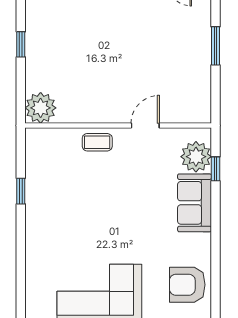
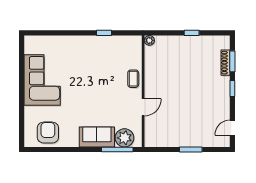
plant: (41, 108) -> (149, 40), width x0.53, depth x0.53
door: (145, 126) -> (143, 107), hinge flipped
window: (216, 169) -> (117, 149), width x2.17

